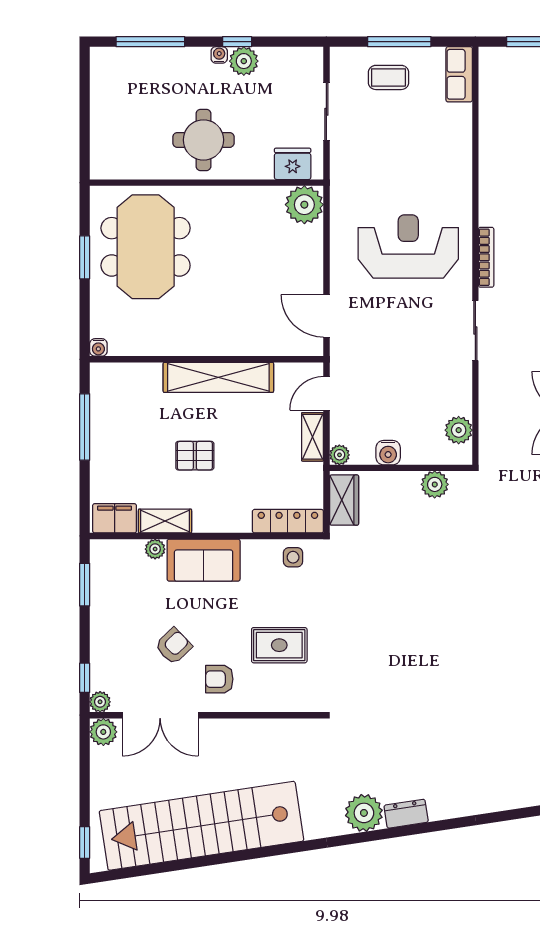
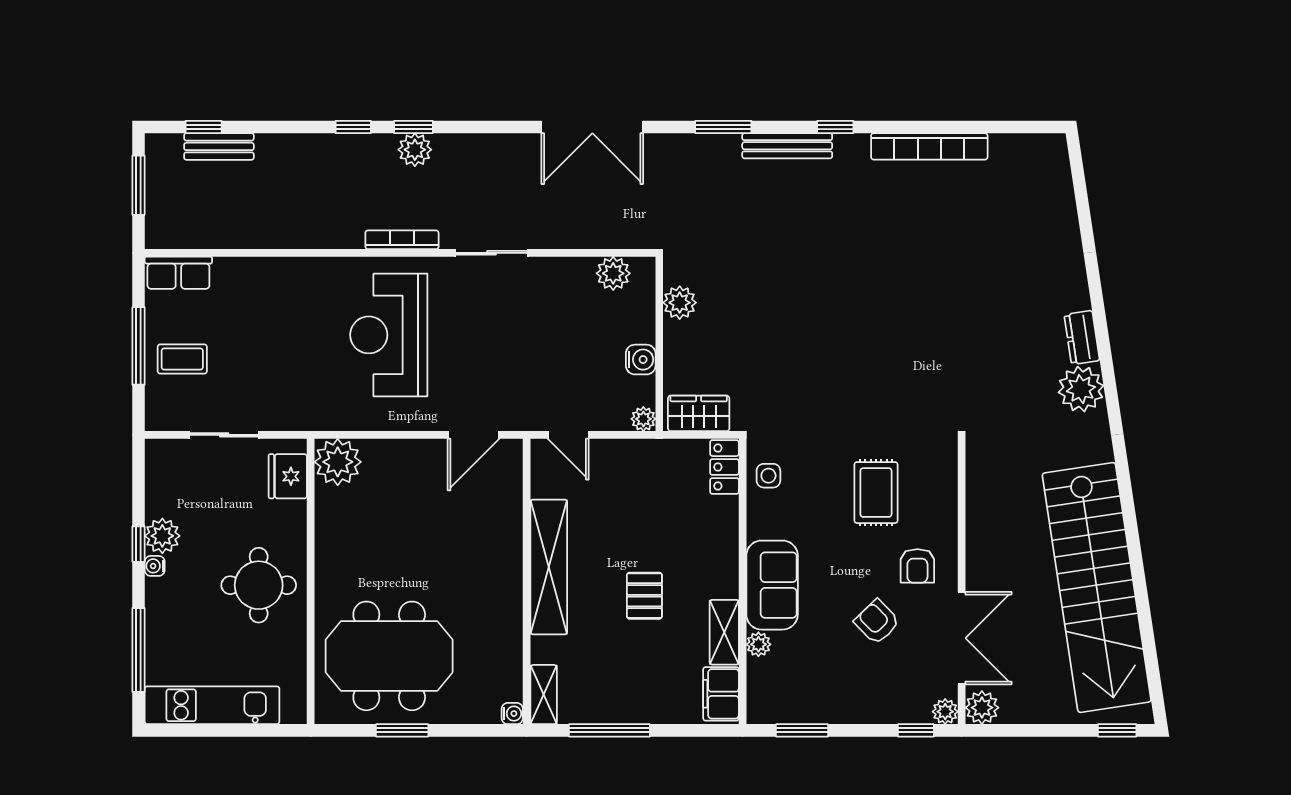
coffee table: (389, 77) -> (182, 359), turned 90
kitchen unit: (105, 102) -> (212, 705), added
shelving: (313, 437) -> (544, 695), moved, turned 90
locker: (288, 521) -> (724, 467), width x0.66

